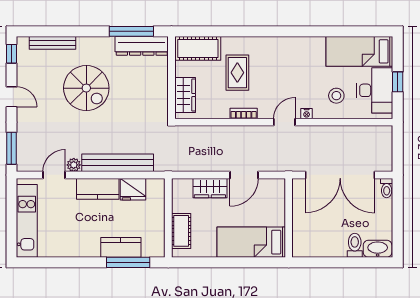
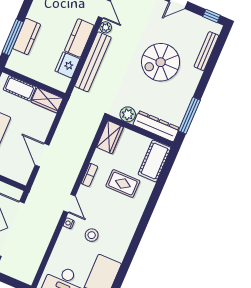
dresser: (142, 46) -> (156, 126), moved, turned 90
wardrobe: (185, 95) -> (110, 137), moved, turned -90
stool: (336, 96) -> (92, 235), moved
plant: (159, 100) -> (128, 114), added
wardrobe: (210, 188) -> (47, 100), moved, turned -90

